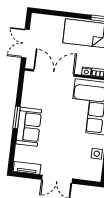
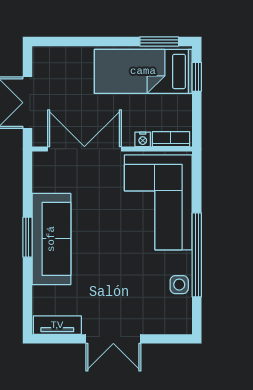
sofa: (29, 127) -> (51, 239), width x1.36

